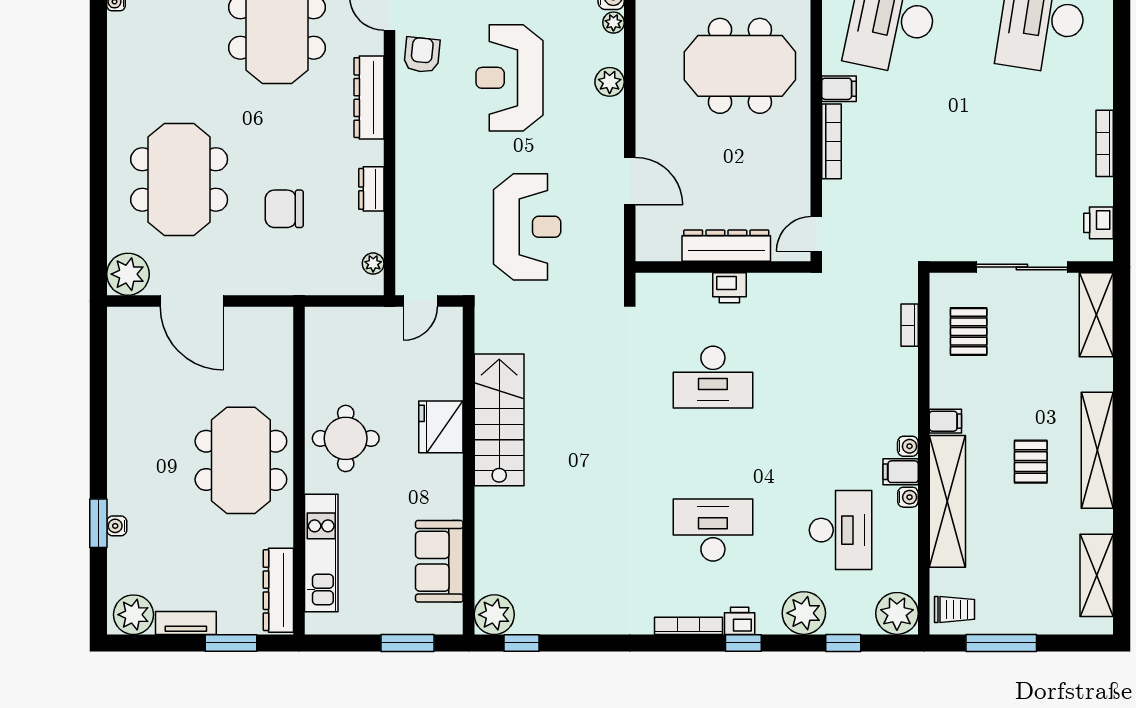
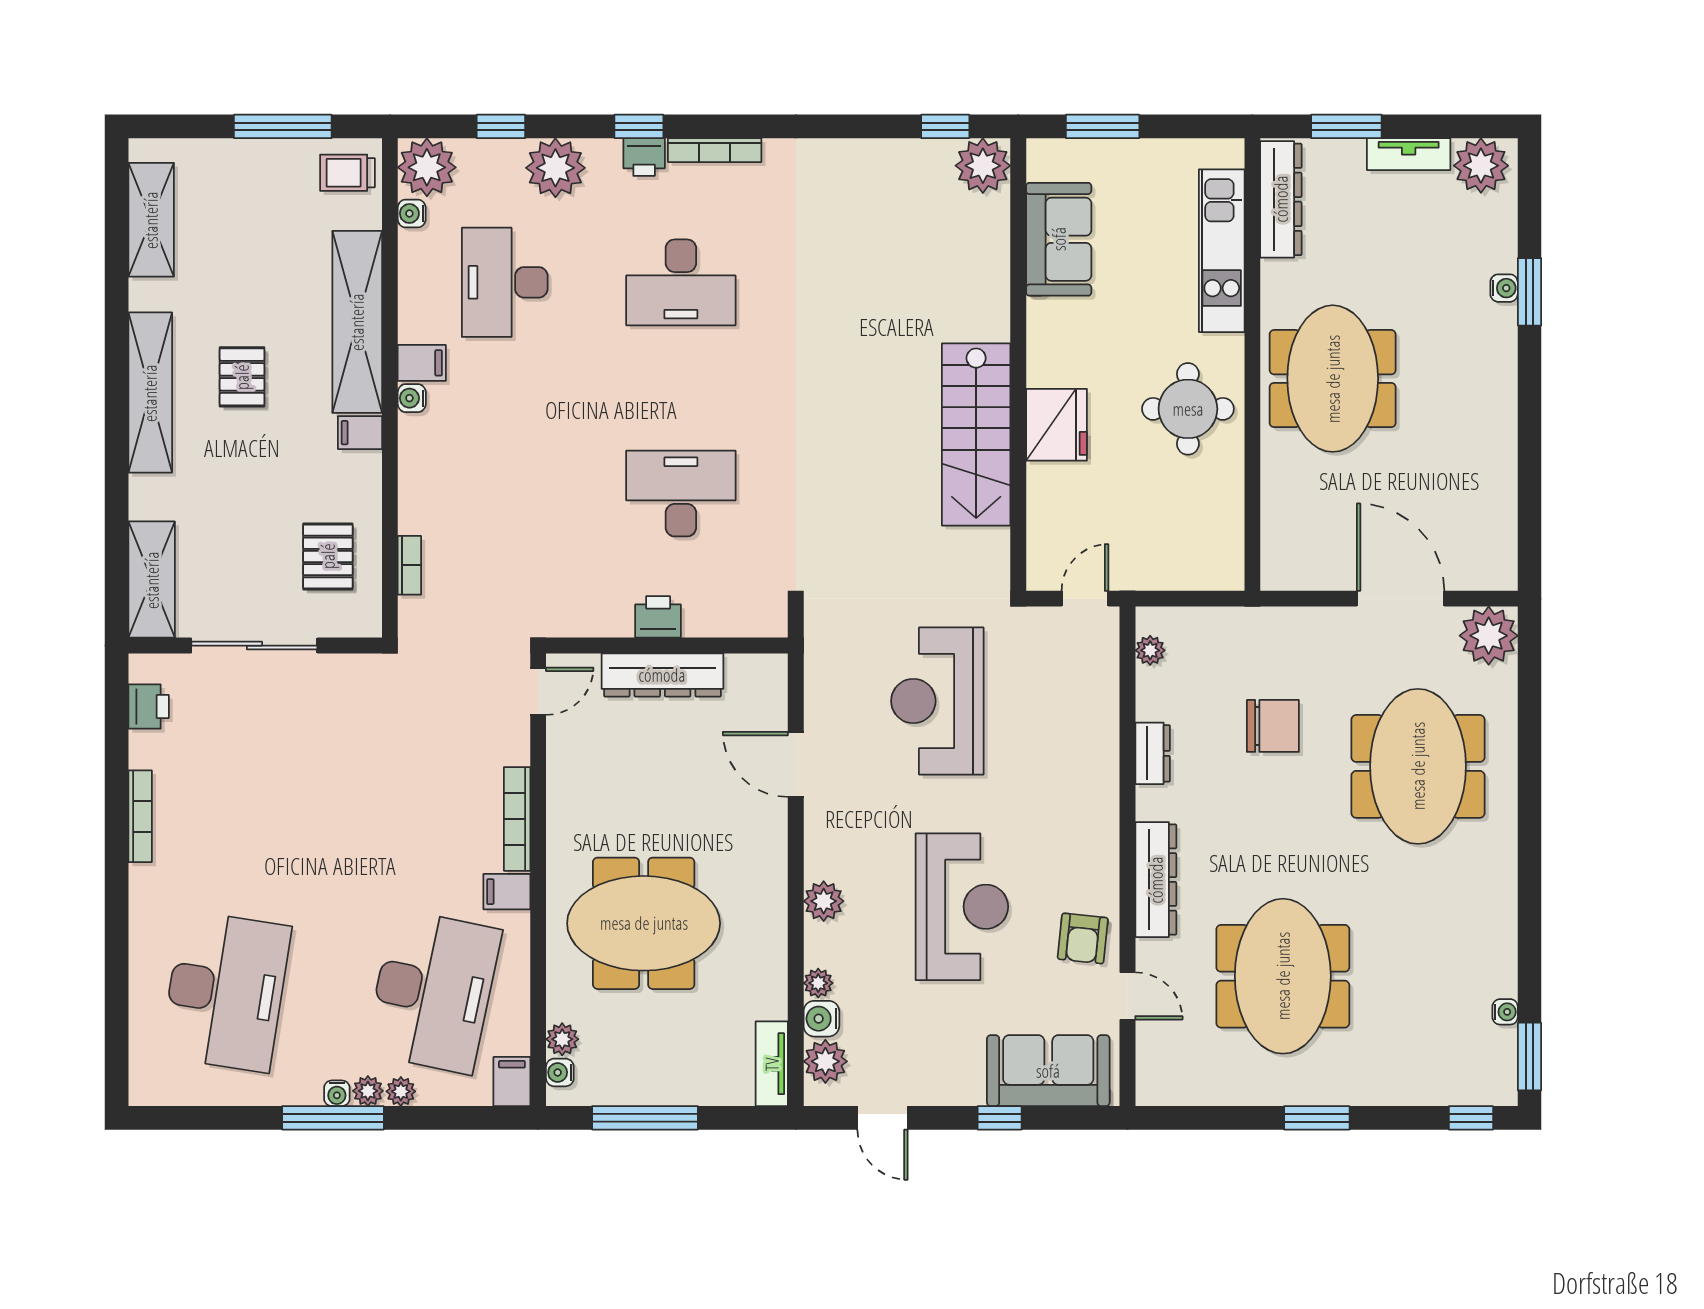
water cooler: (908, 497) -> (412, 213), moved

